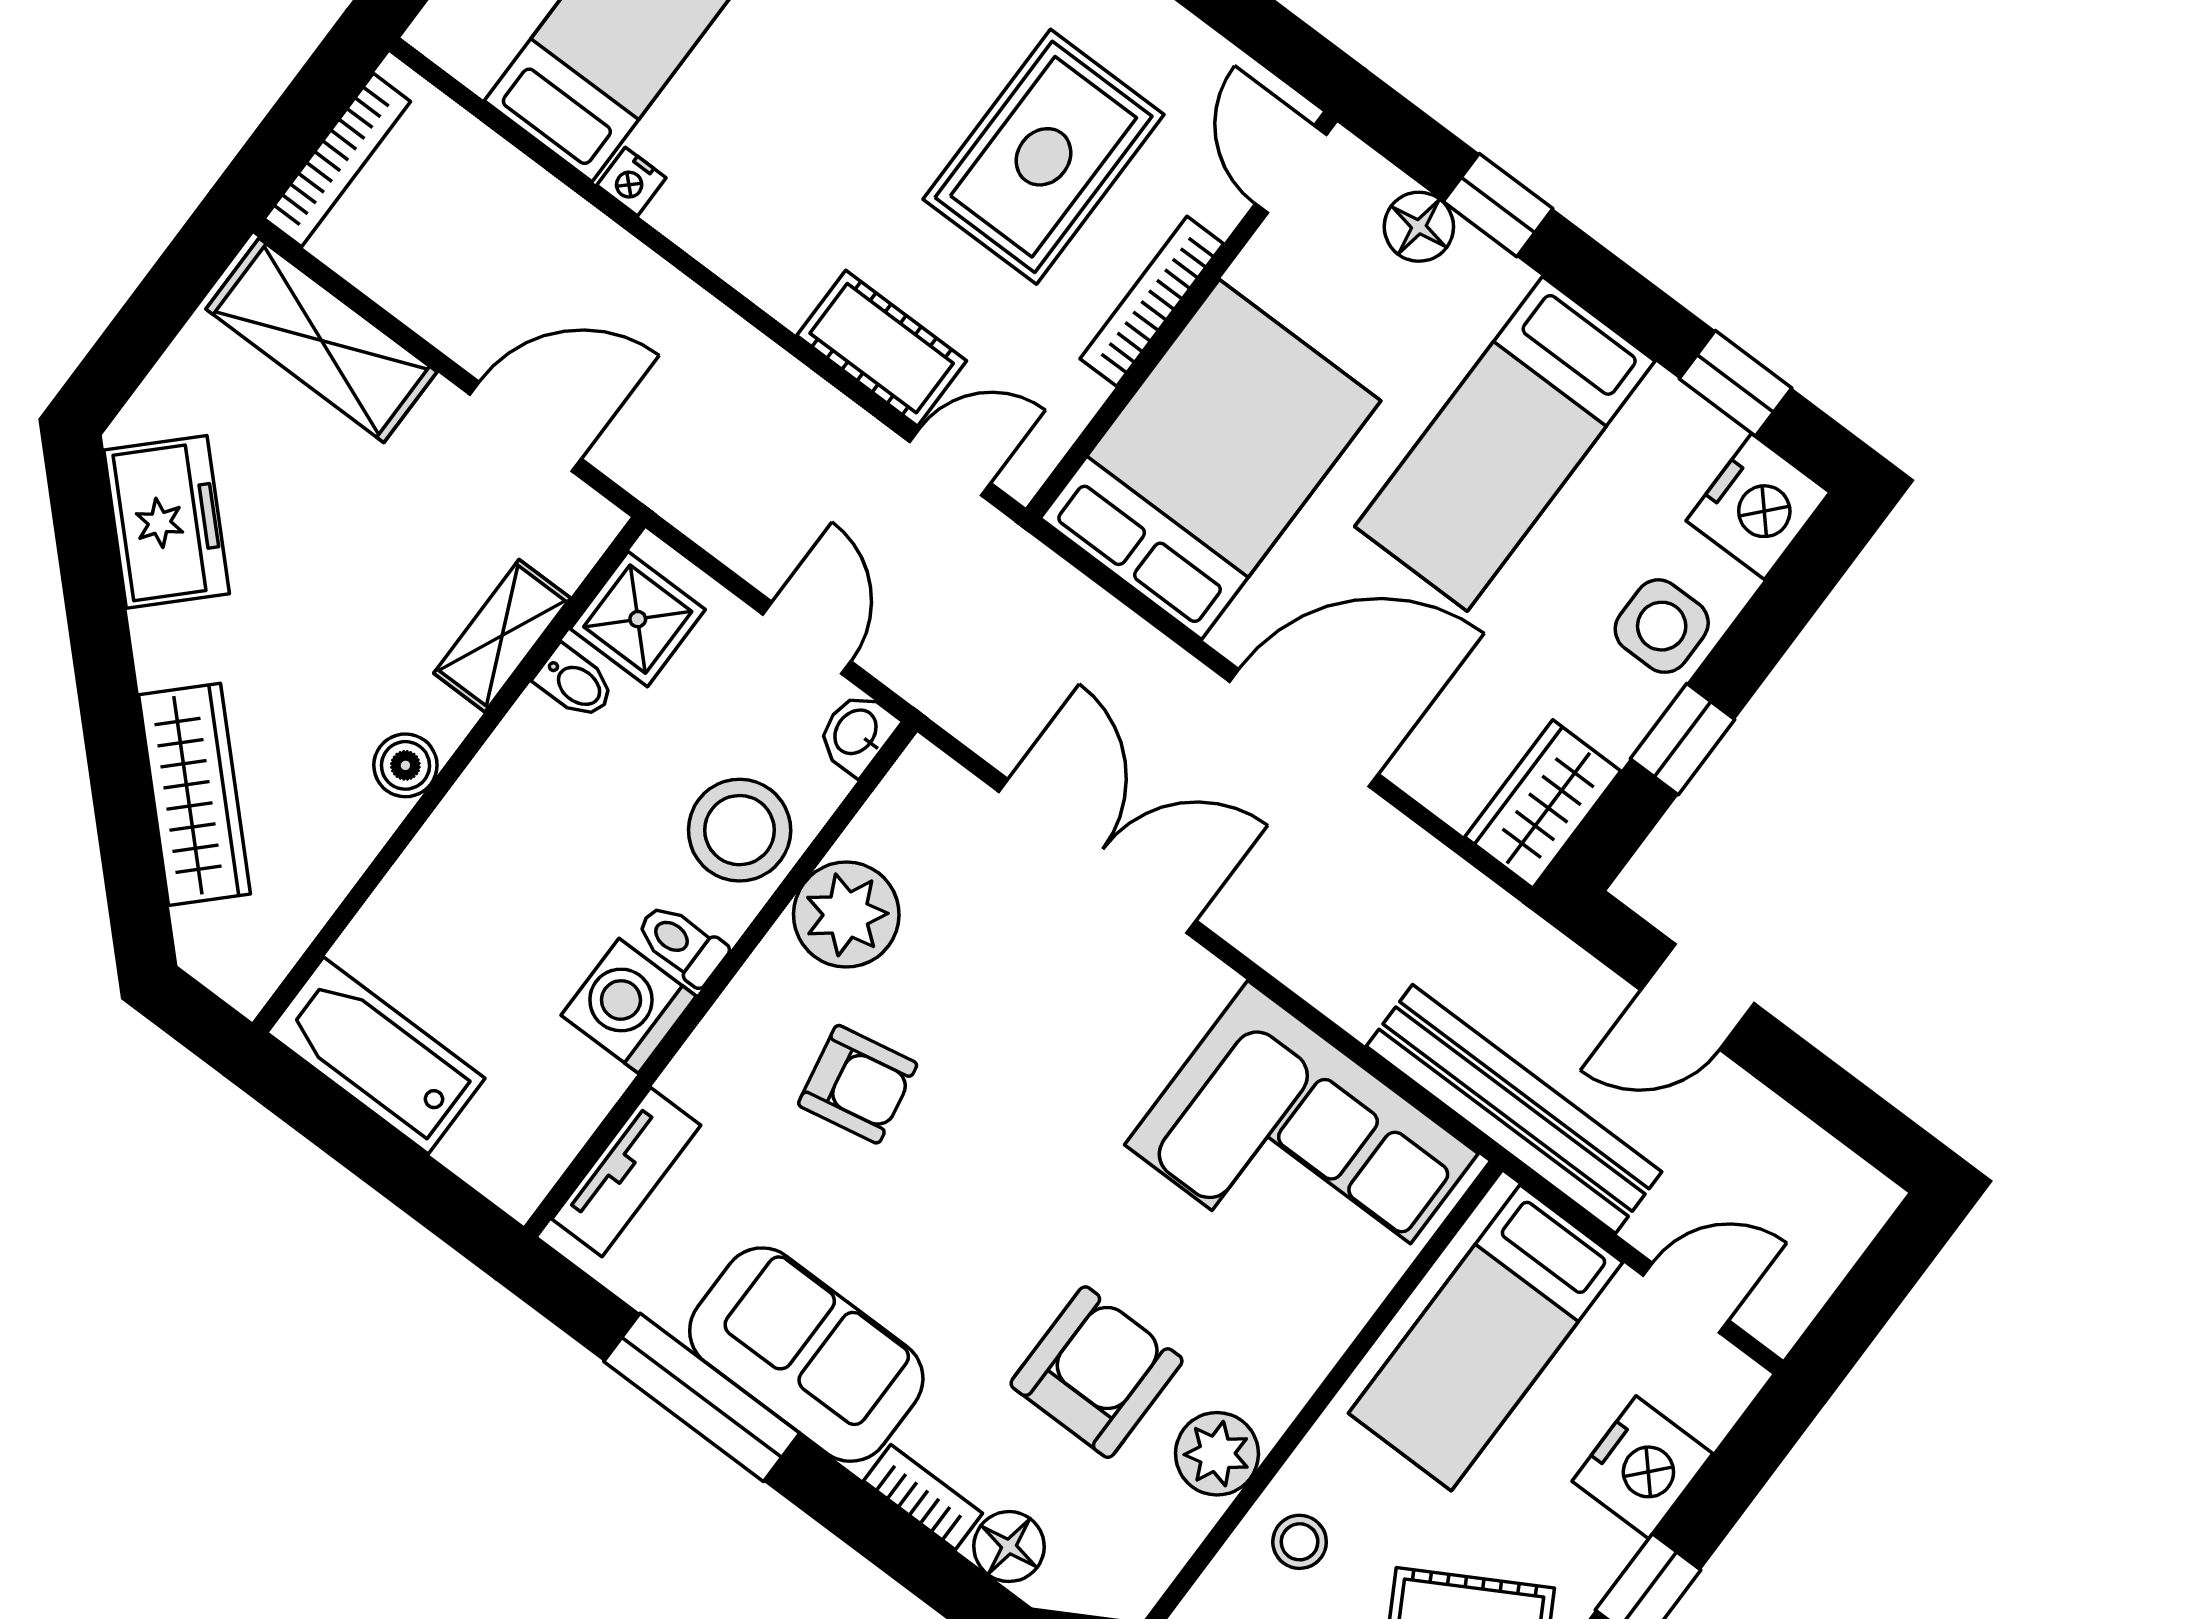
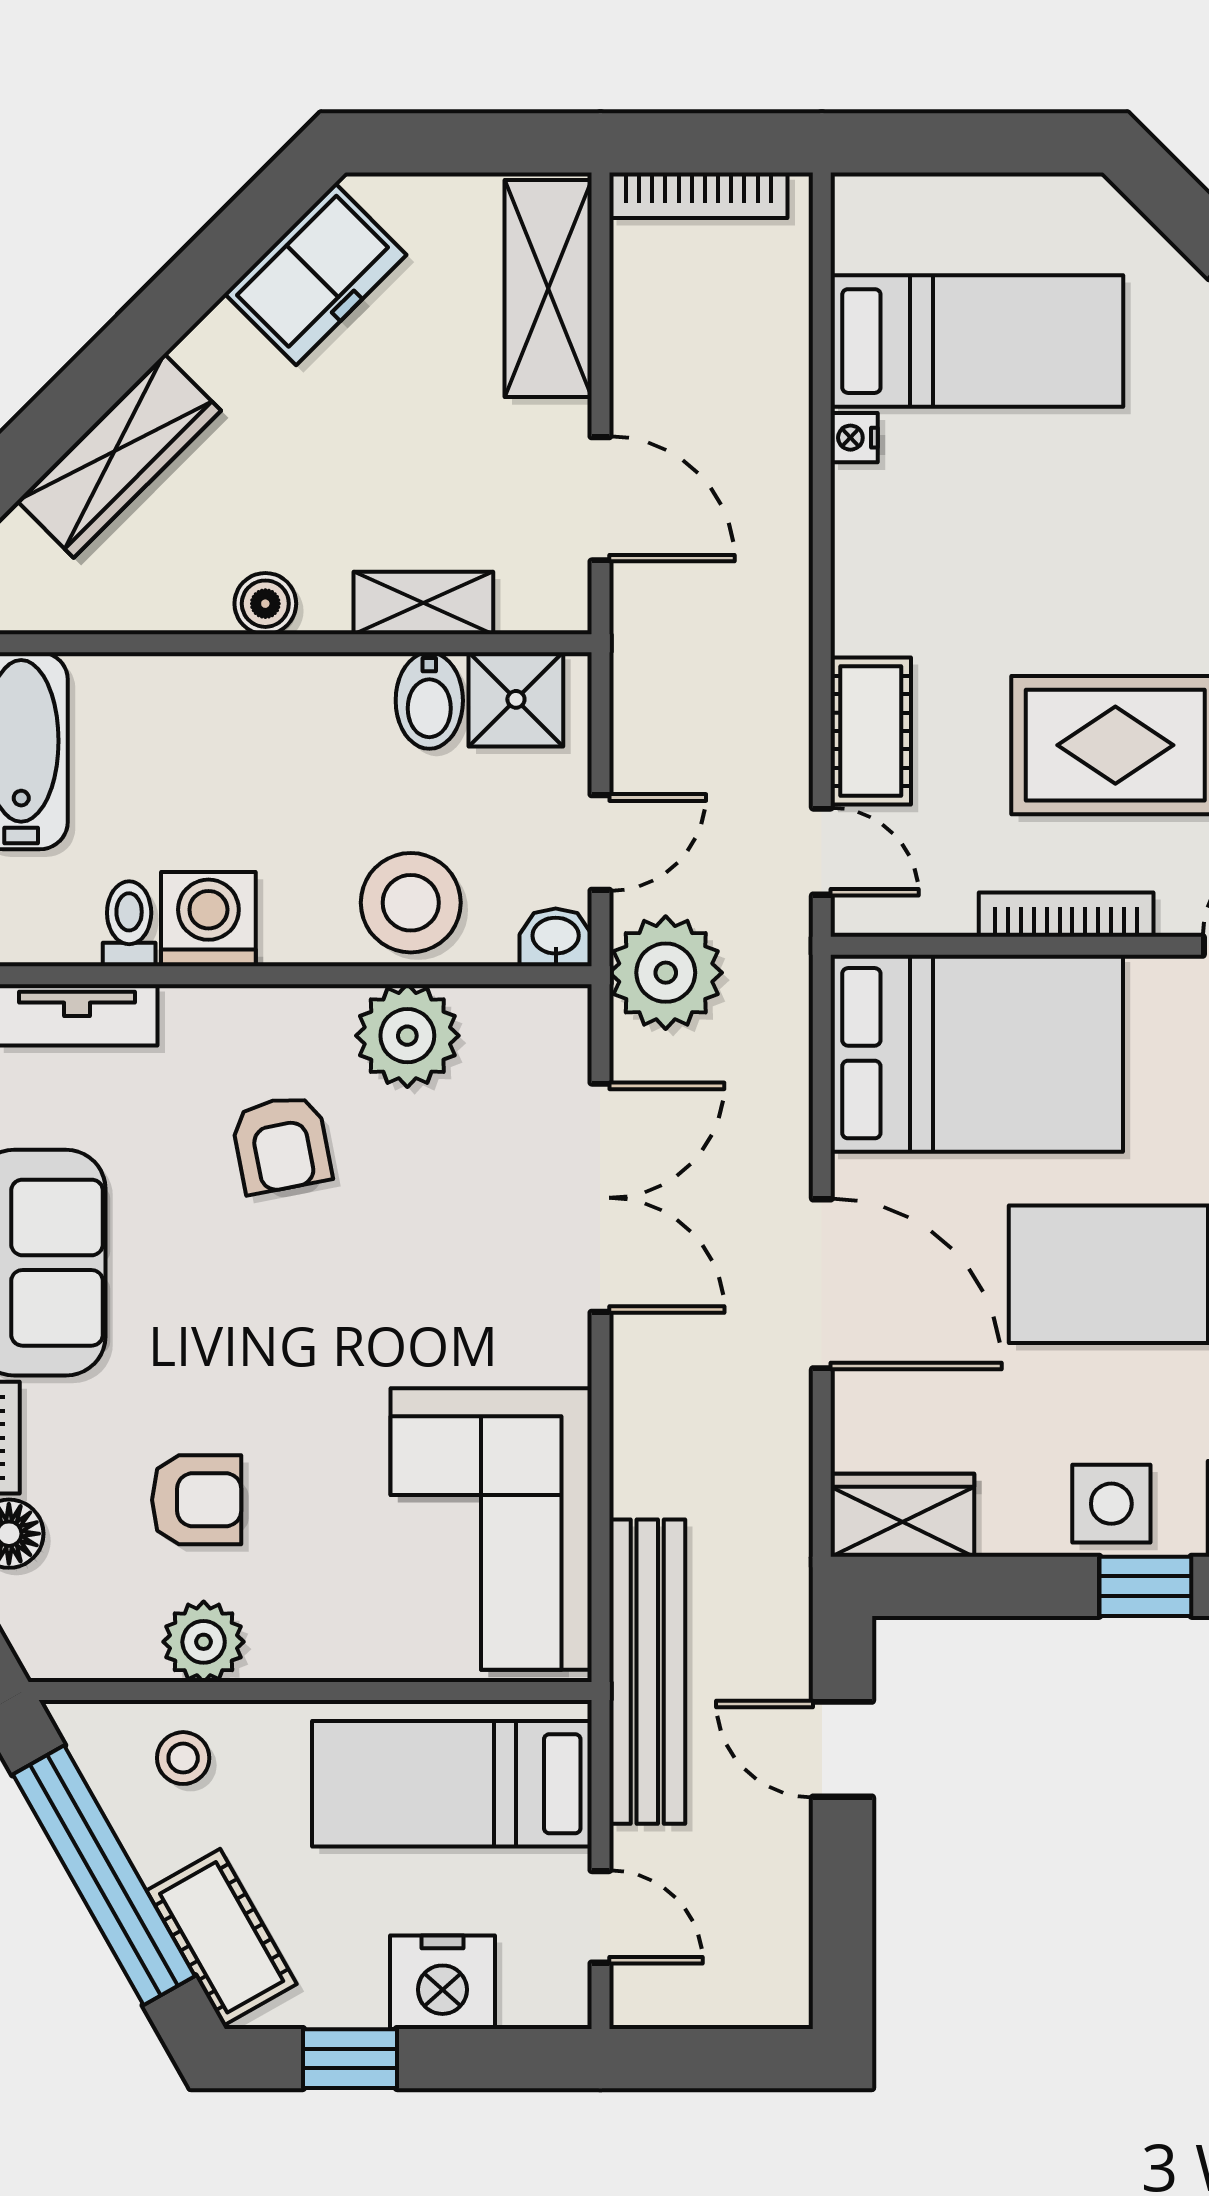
plant: (953, 664) -> (666, 973), added
bidet: (575, 683) -> (429, 701), width x1.38, depth x1.36
window: (1683, 739) -> (1145, 1586), moved
toilet: (681, 944) -> (129, 924), moved
armchair: (1097, 1372) -> (197, 1500), width x0.72, depth x0.72

